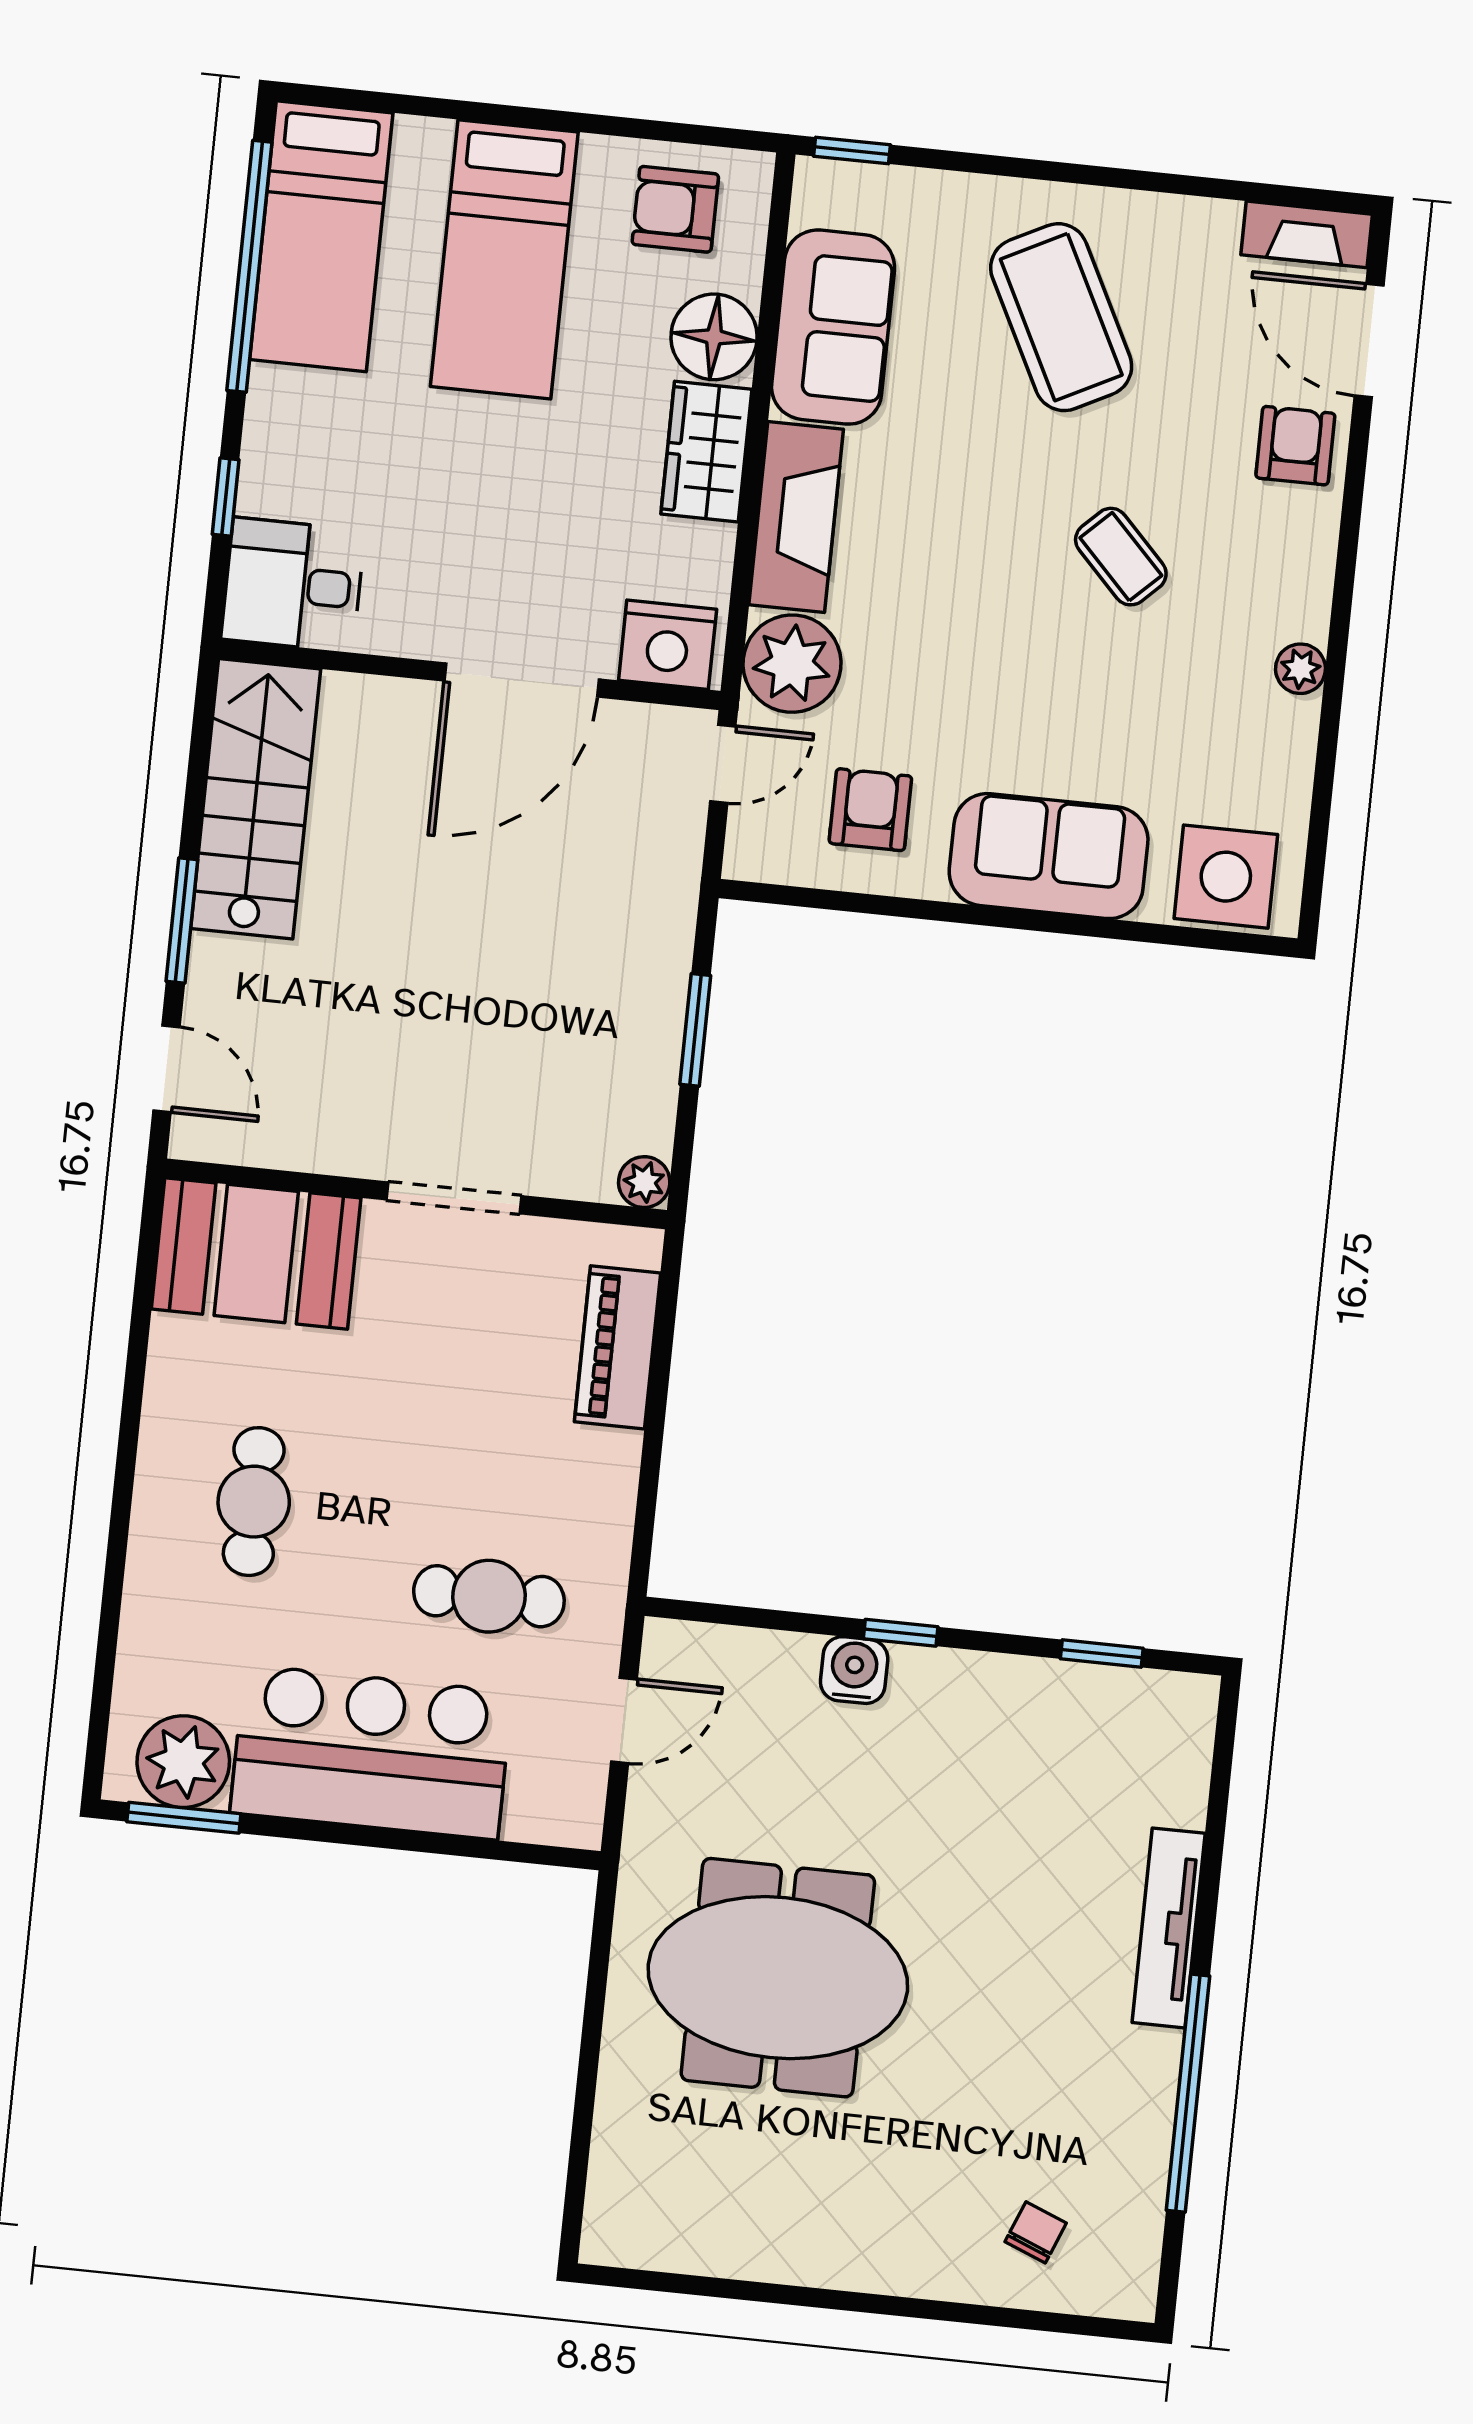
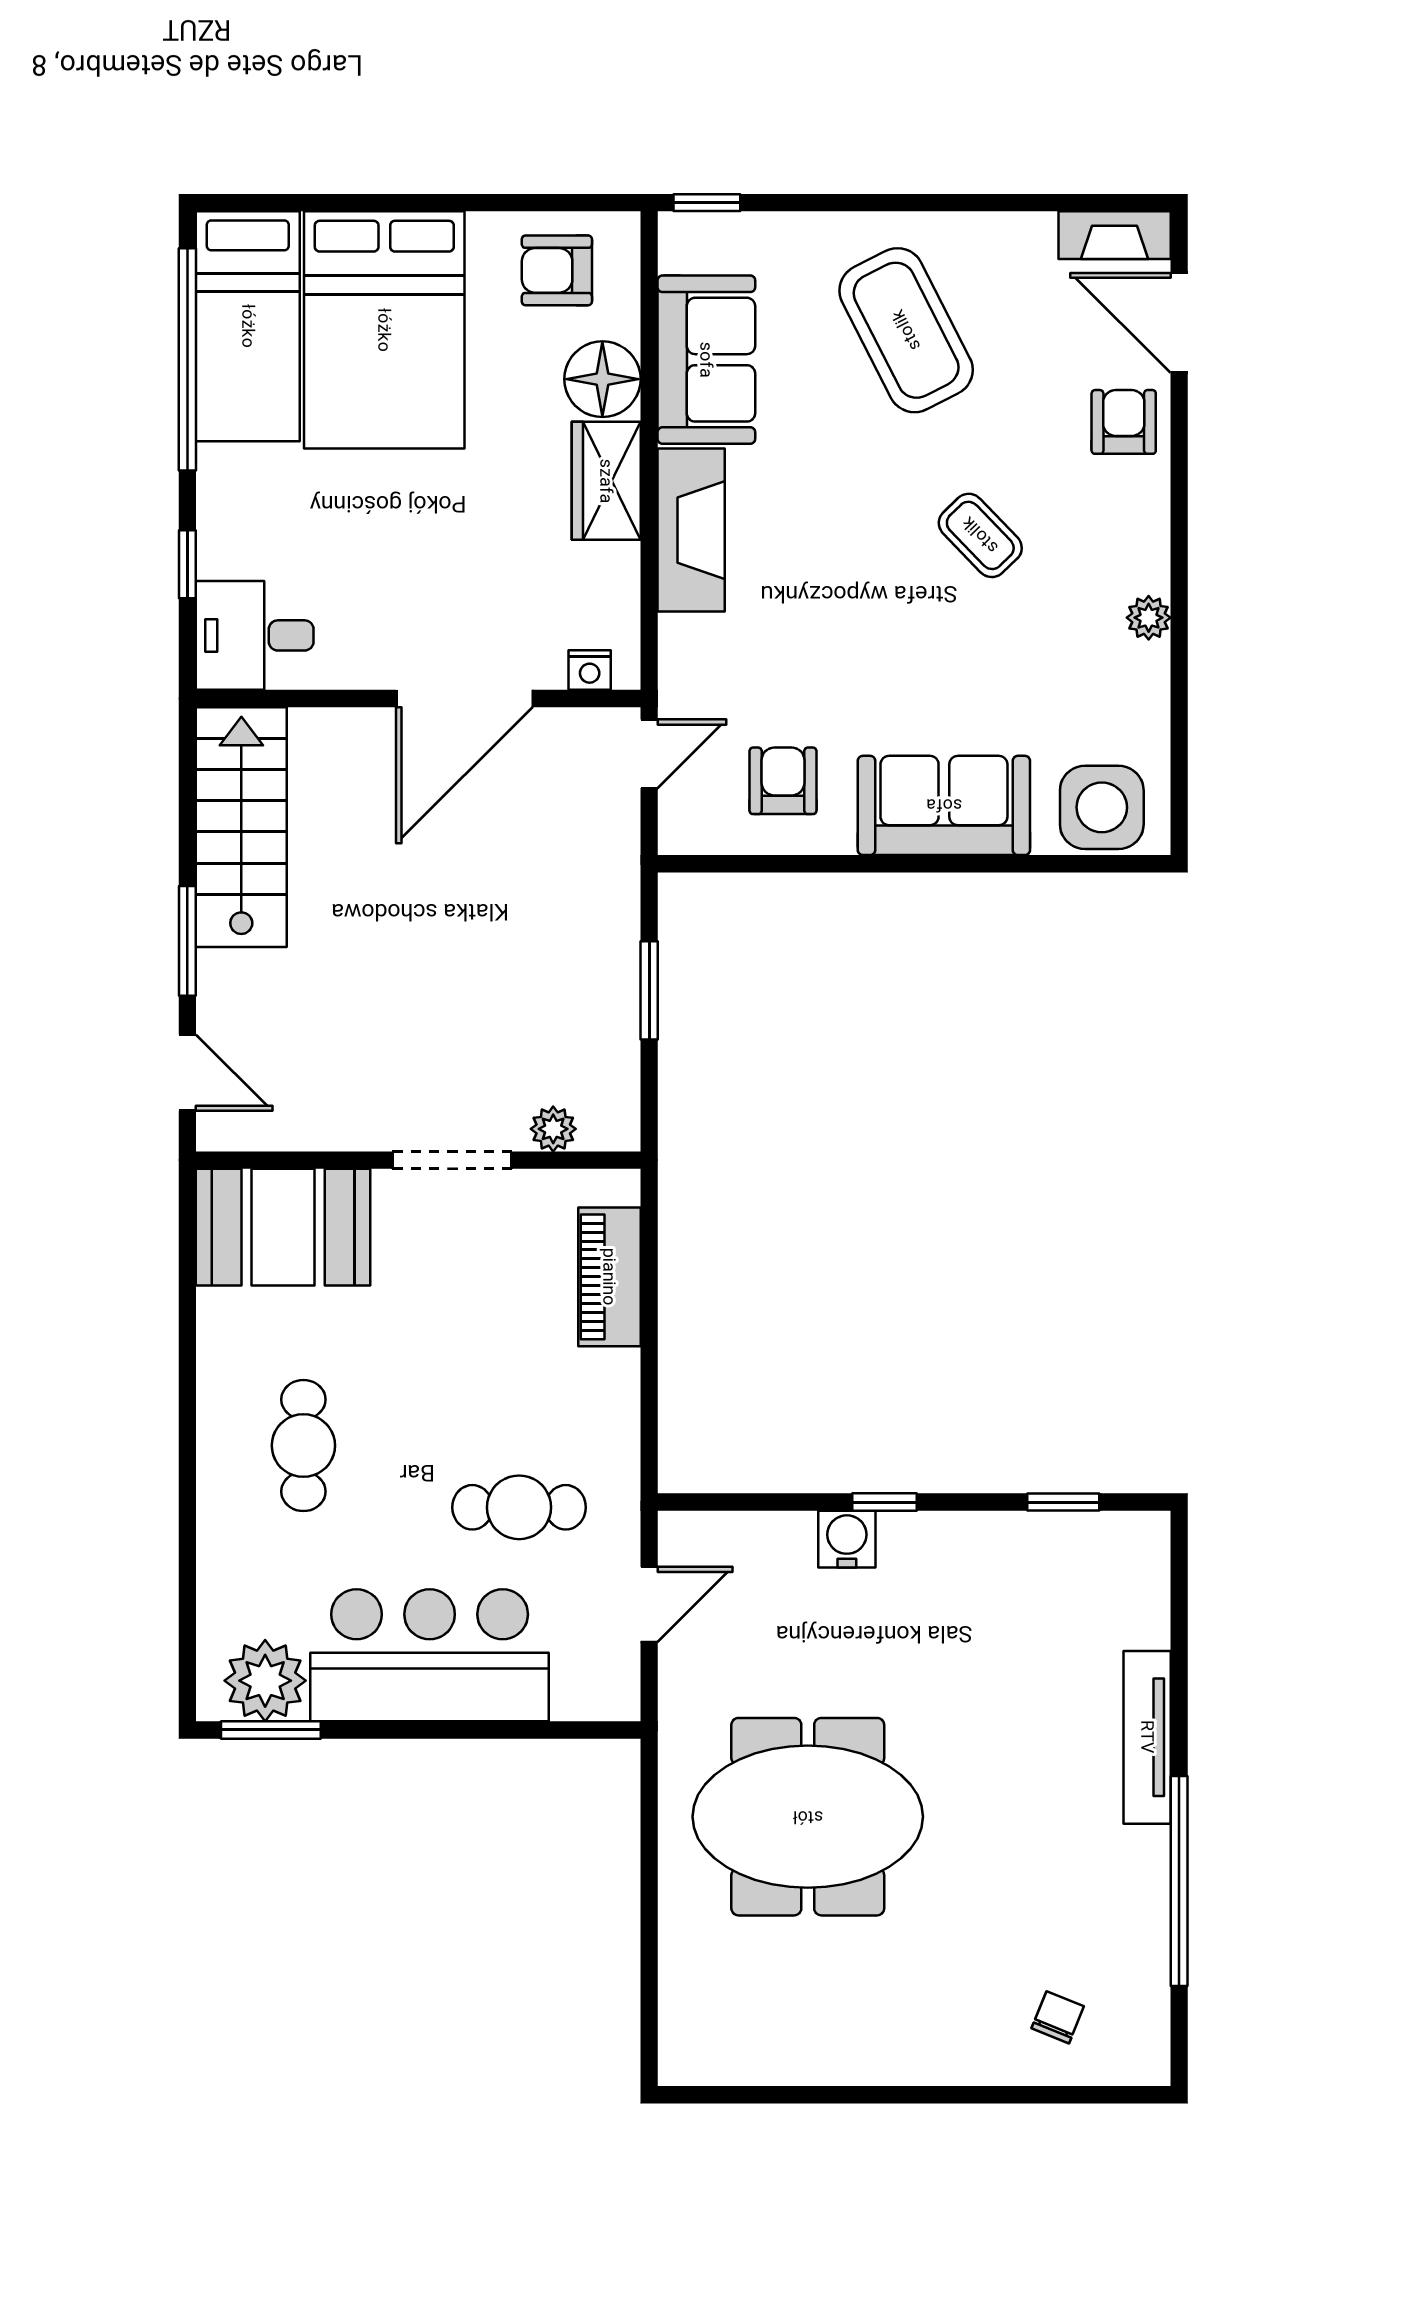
bed: (504, 259) -> (384, 330), width x1.50
nightstand: (668, 645) -> (590, 670), width x0.53, depth x0.56
plant: (792, 664) -> (701, 659), removed
plant: (644, 1182) -> (553, 1129), moved

